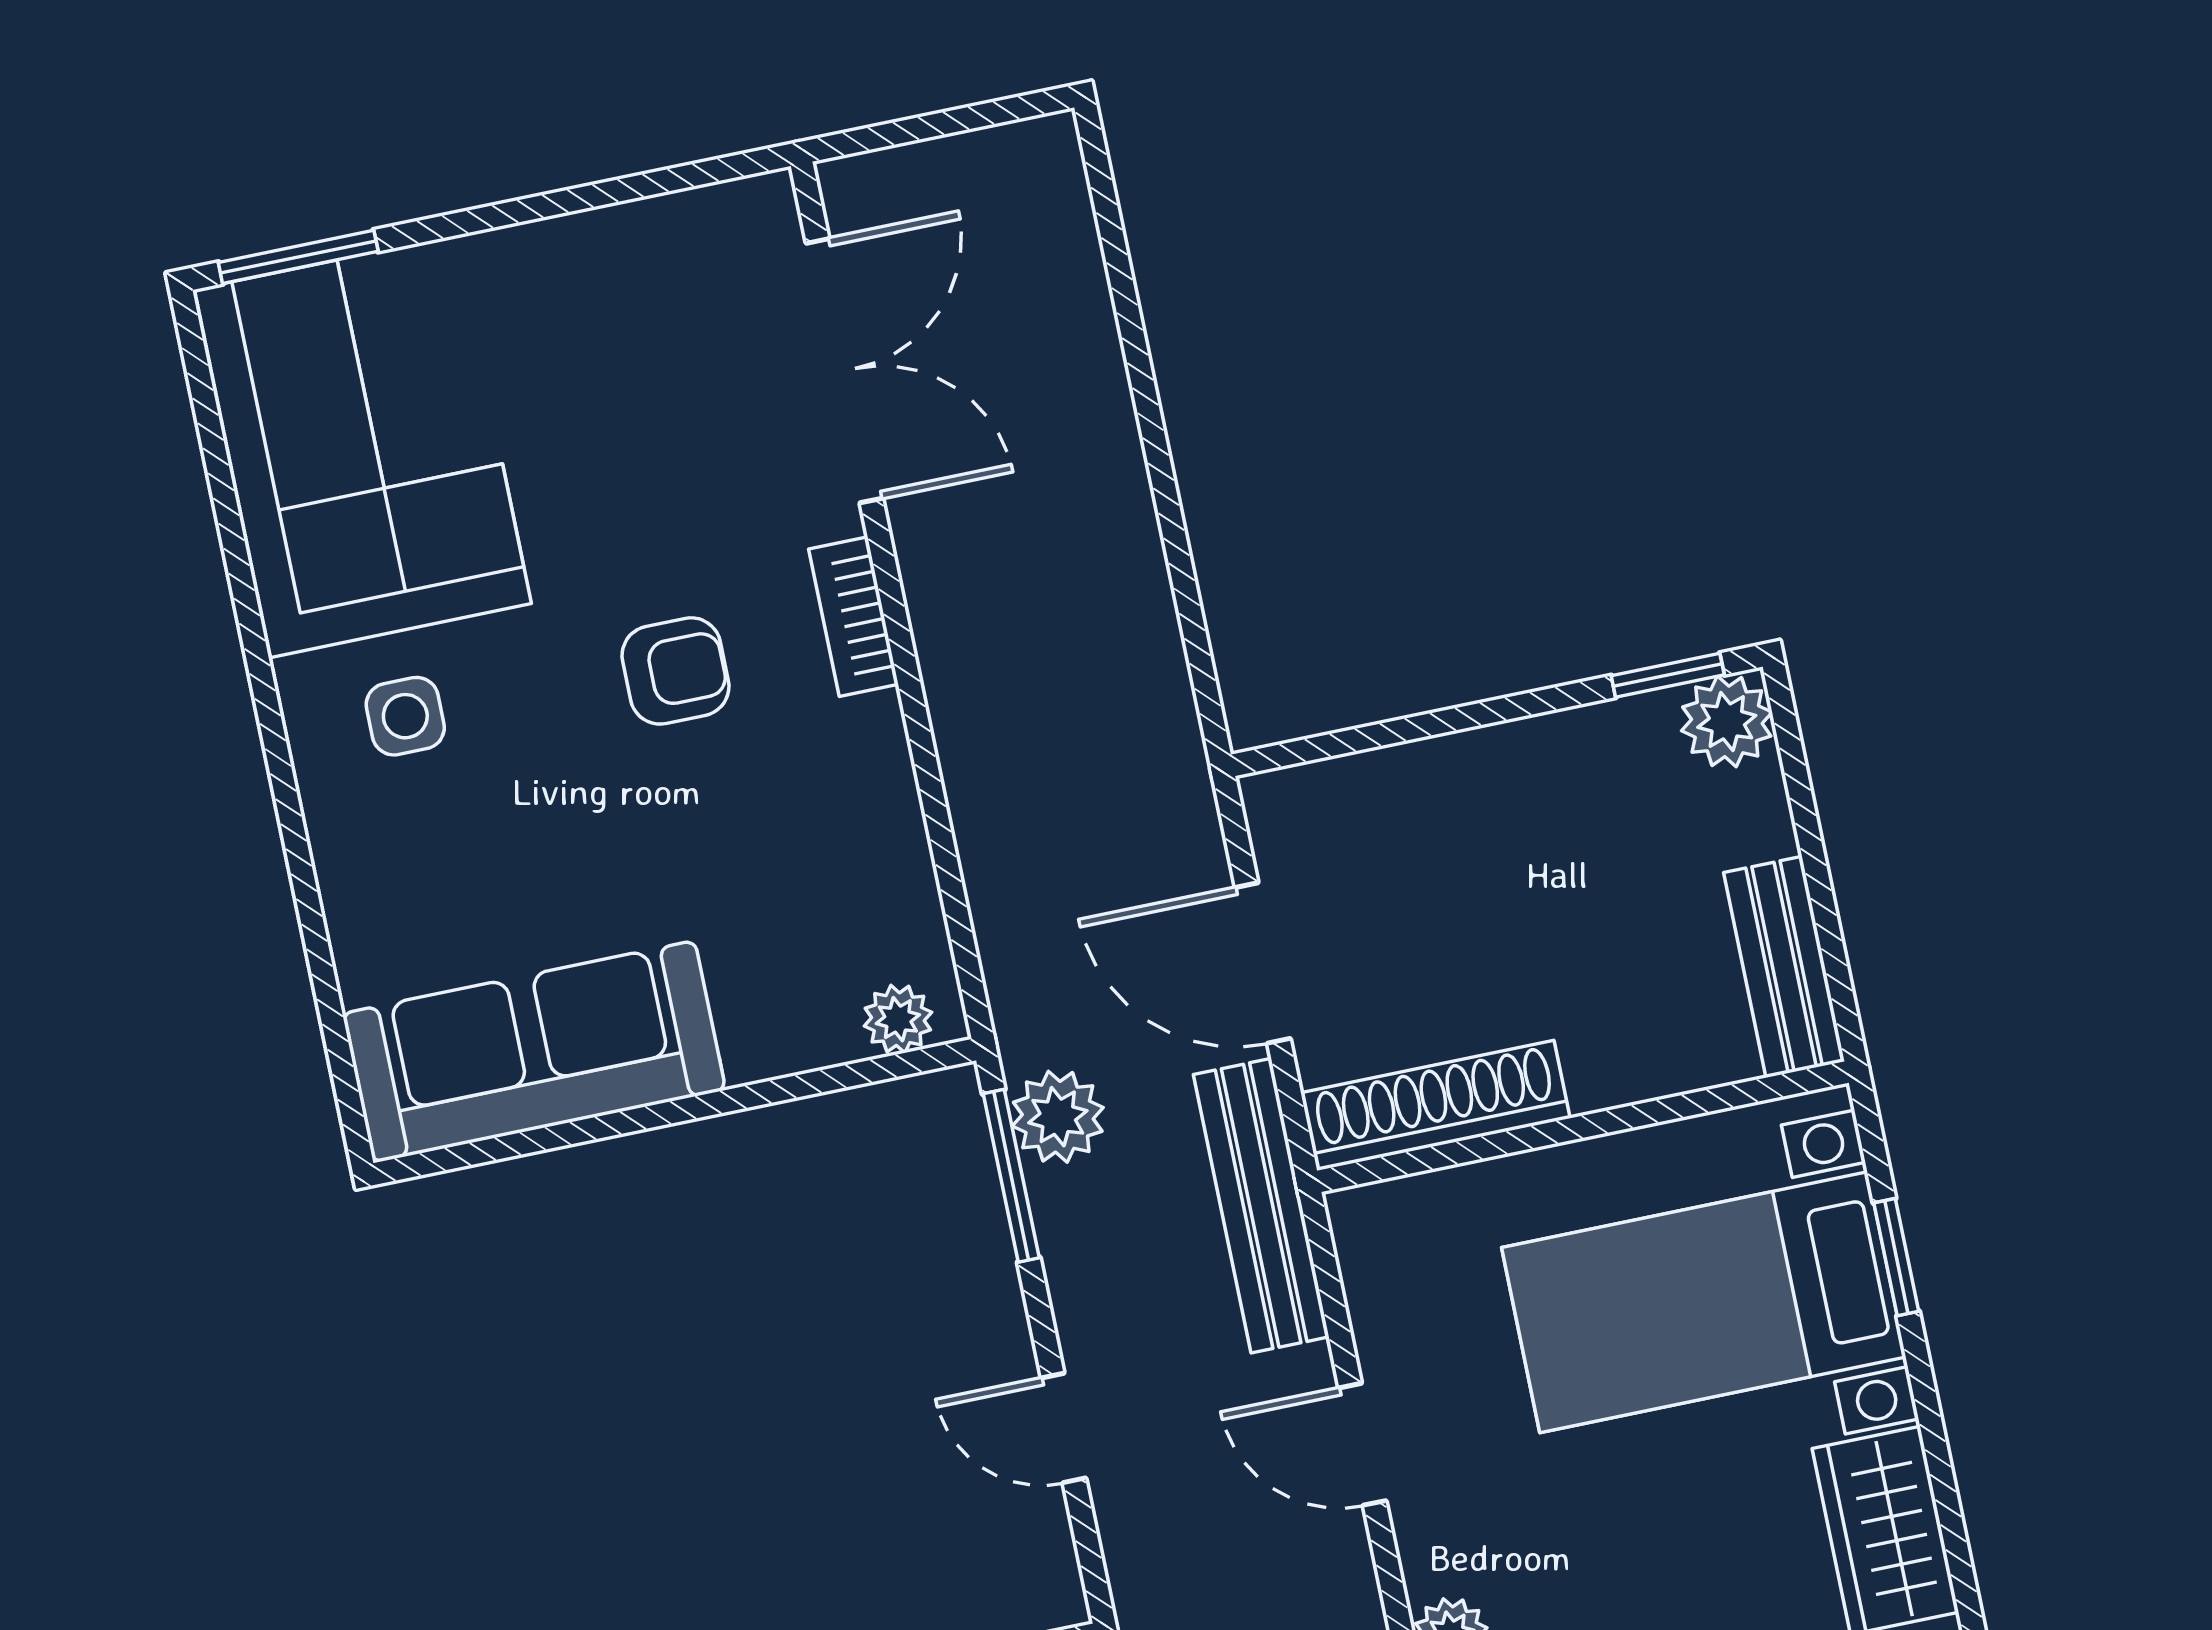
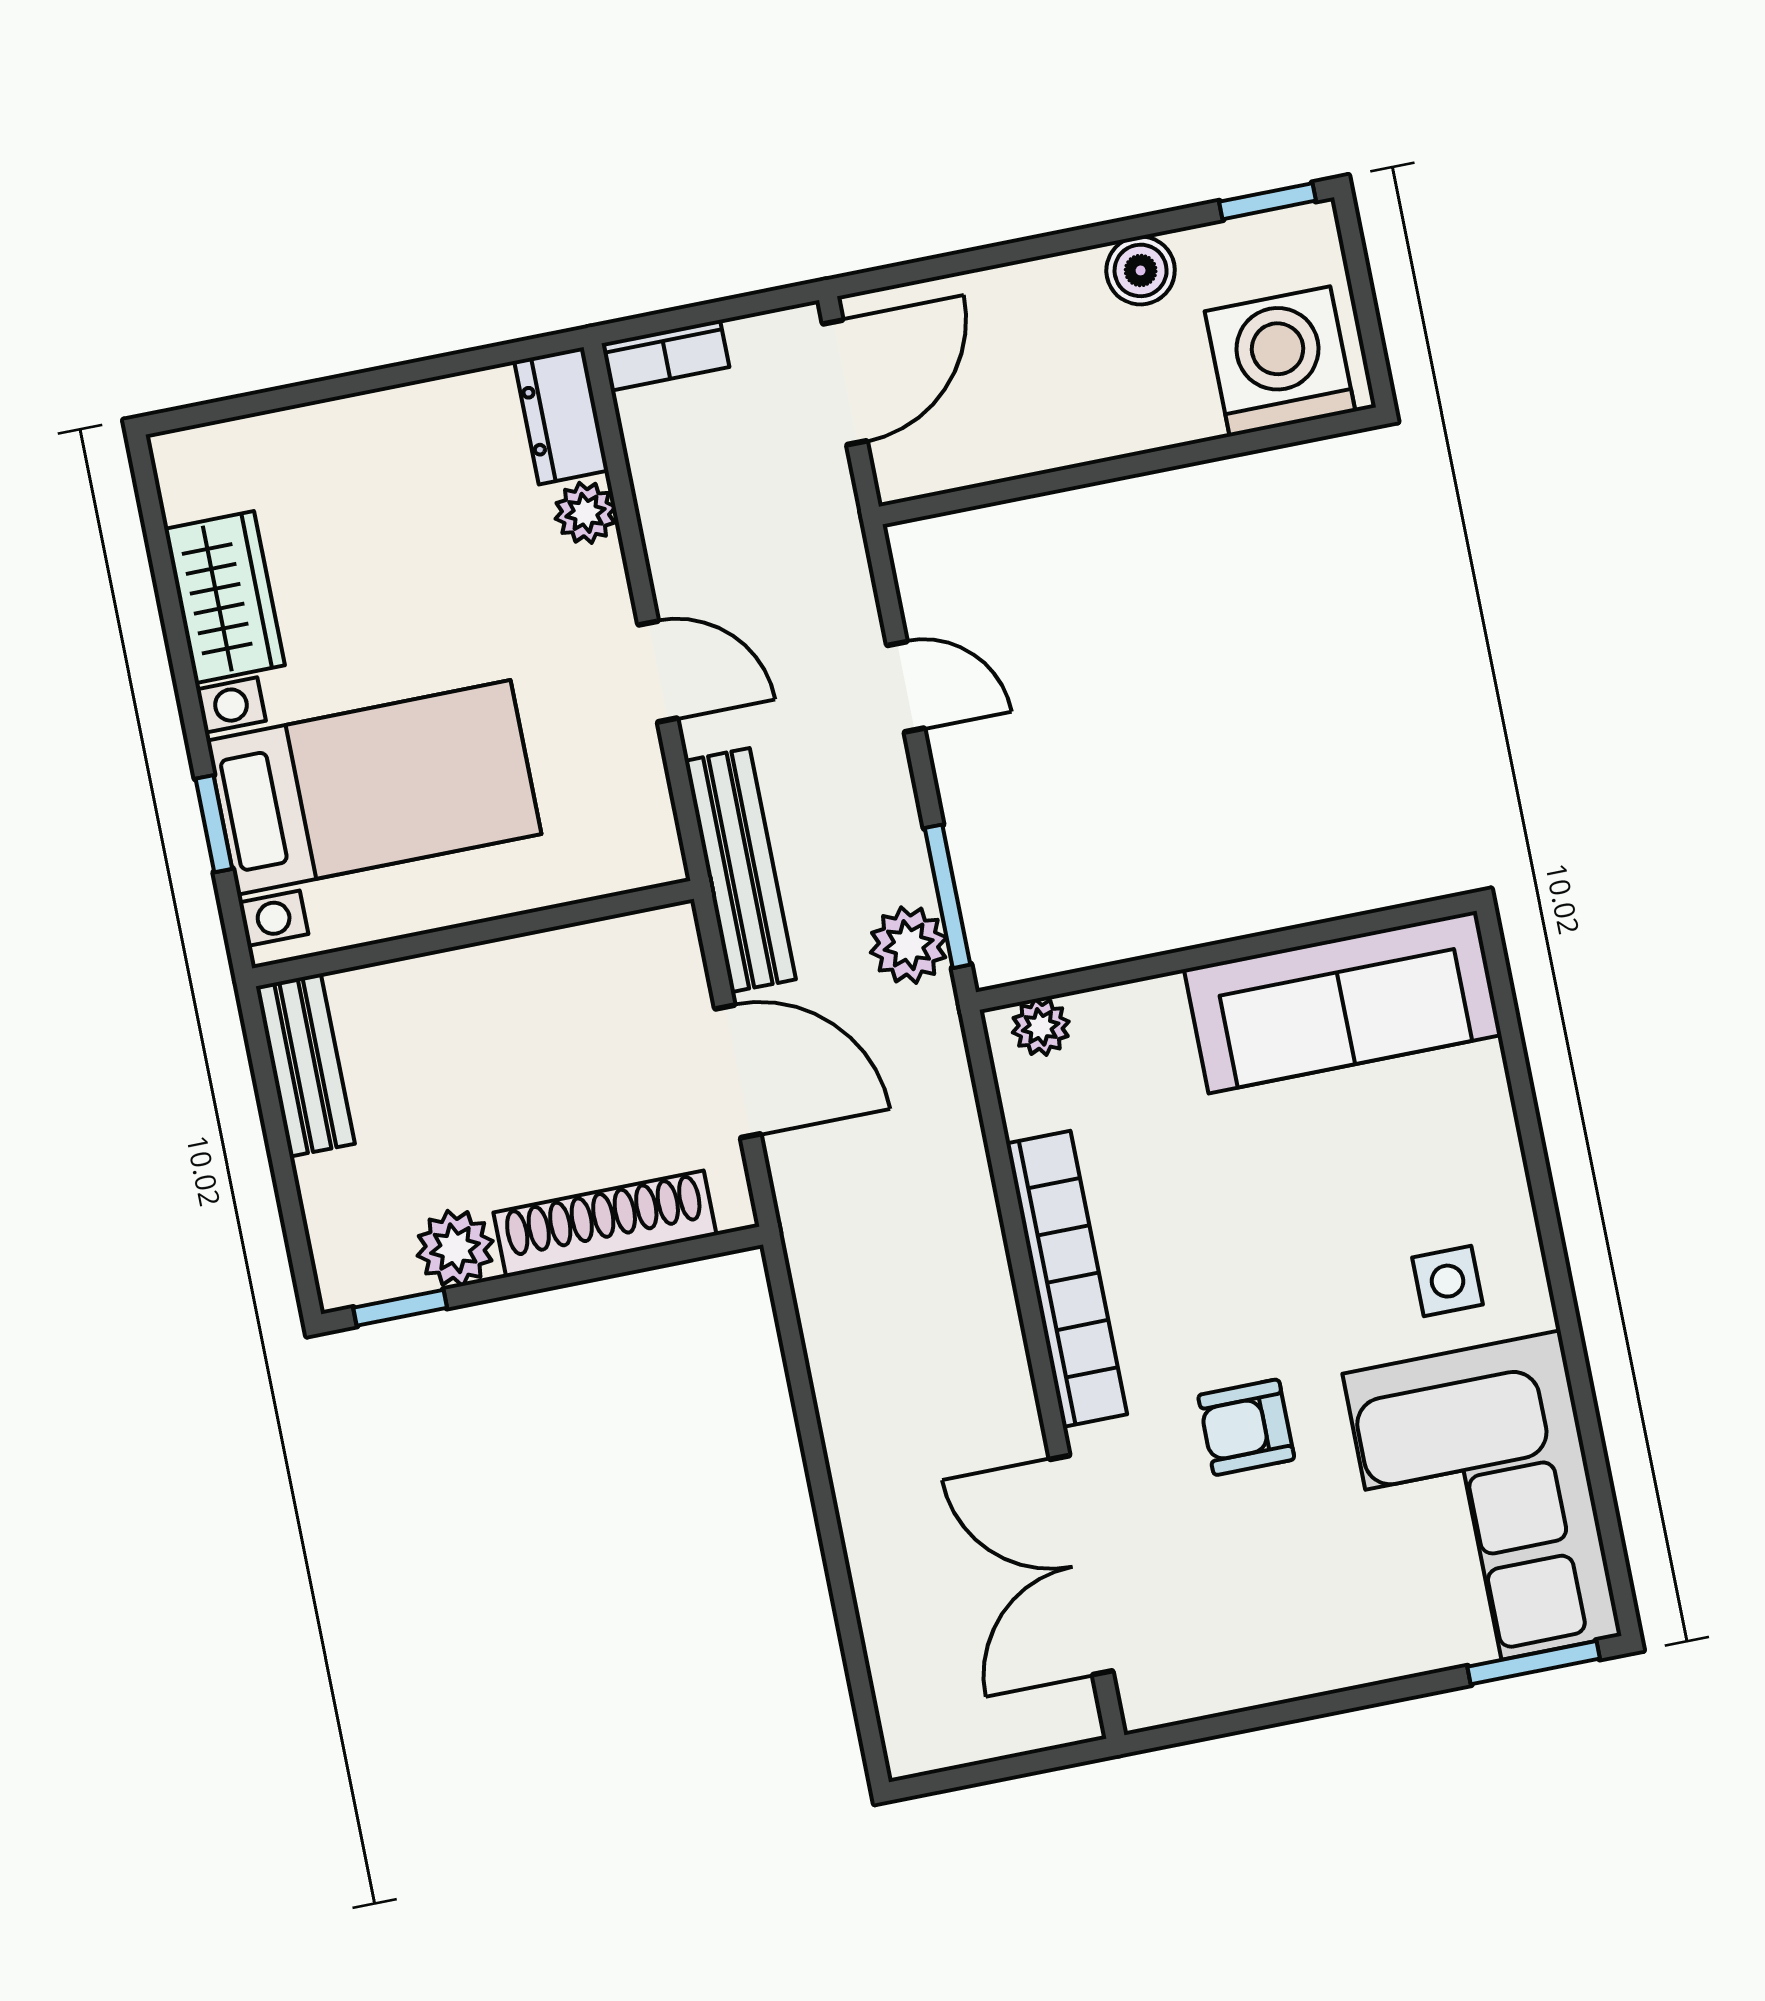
bookcase: (854, 617) -> (1067, 1279), width x2.31, depth x1.31
armchair: (675, 671) -> (1246, 1427), moved
plant: (1727, 721) -> (455, 1248), moved
shoe rack: (1435, 1106) -> (605, 1224), moved, turned 180

